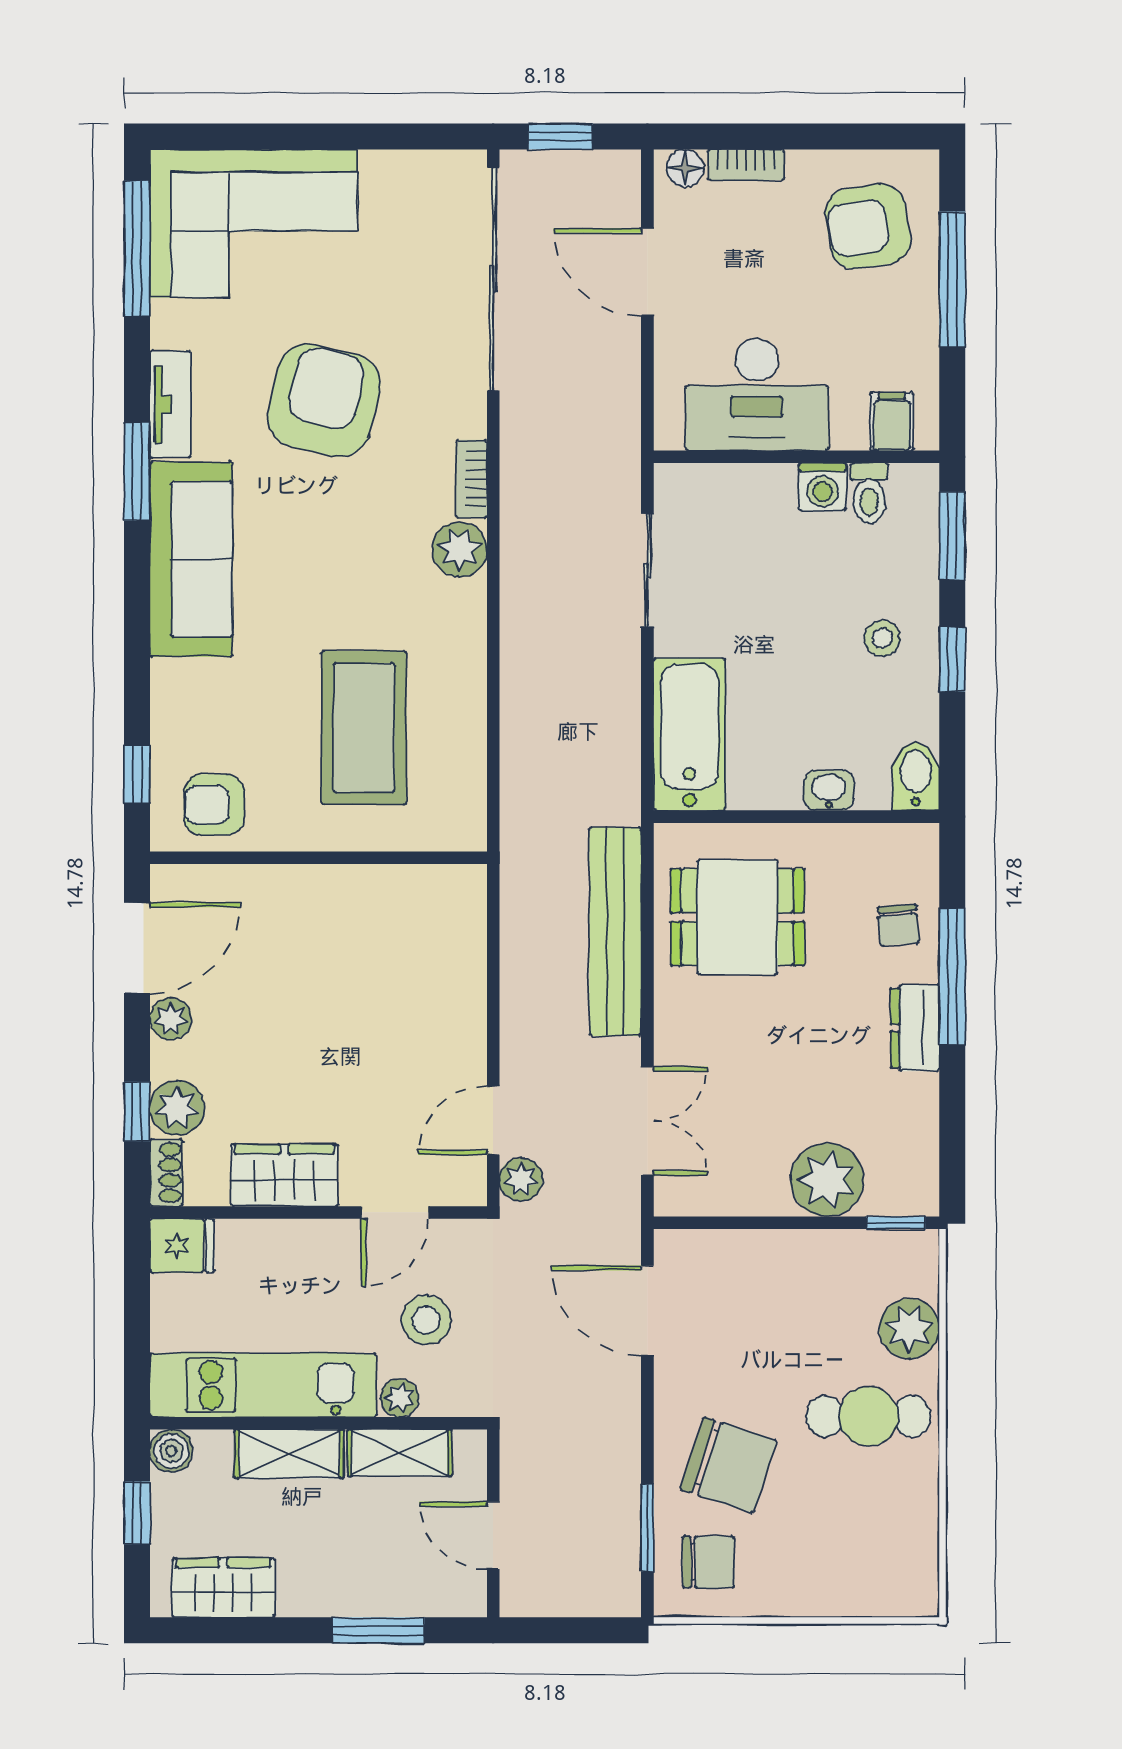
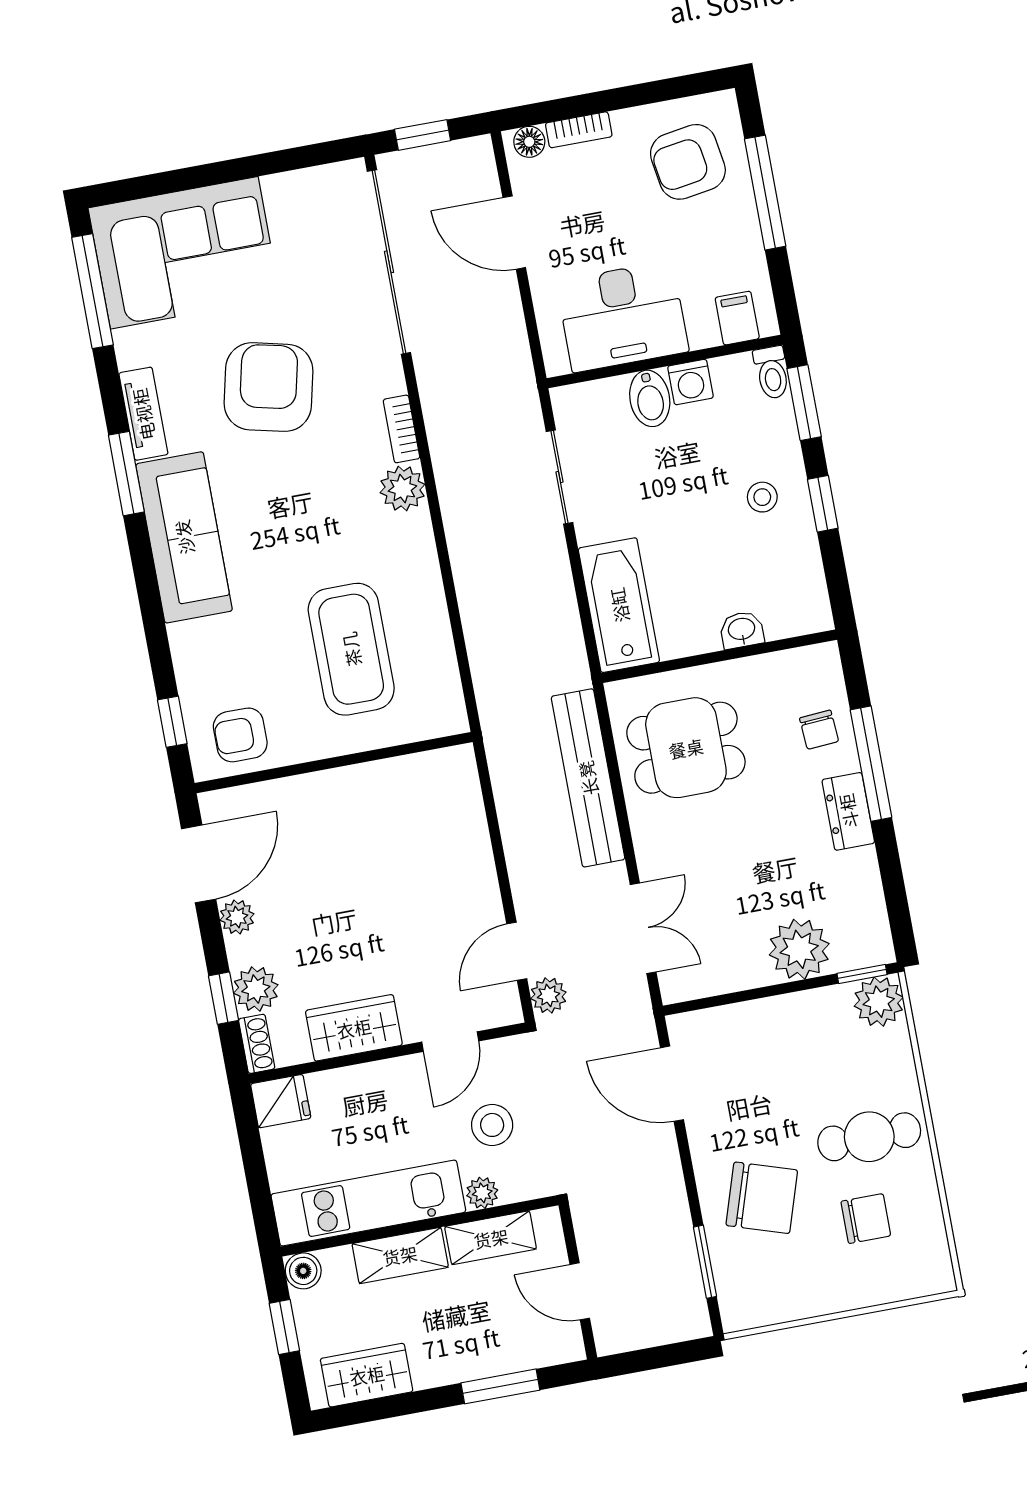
toilet: (869, 493) -> (772, 373), moved
bidet: (916, 776) -> (650, 398), moved, turned 180
plant: (909, 1329) -> (879, 1002), moved
chair: (708, 1562) -> (866, 1219), moved

